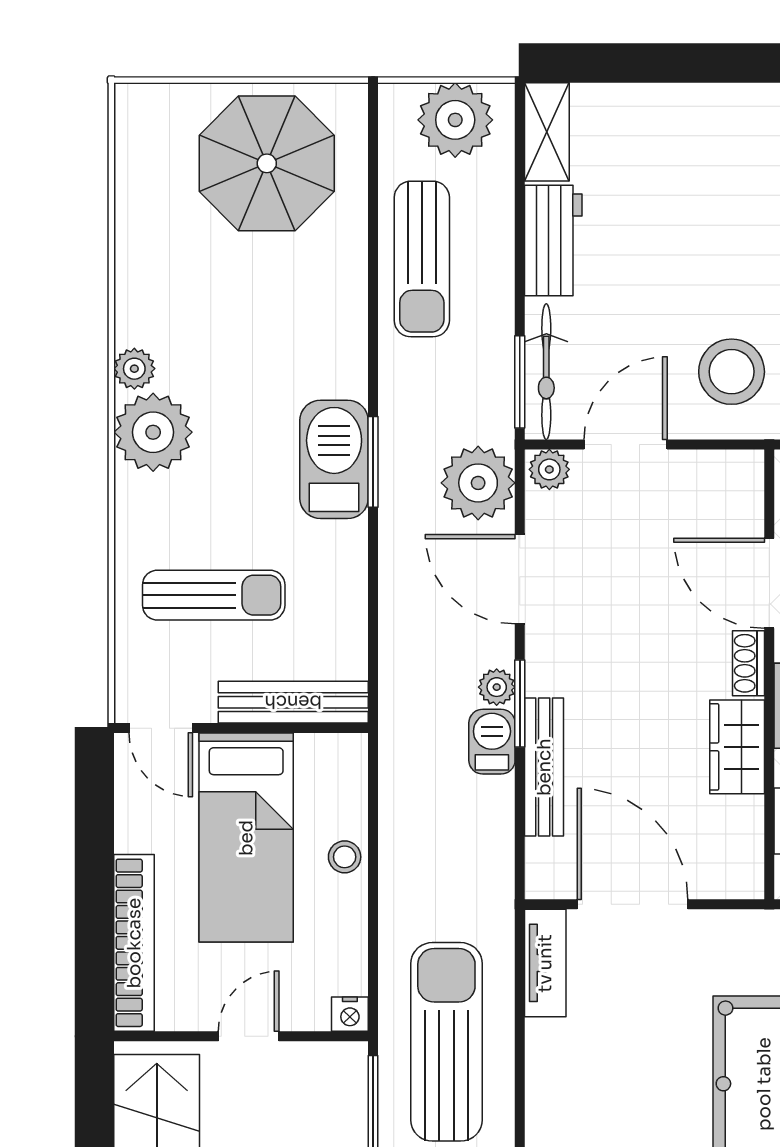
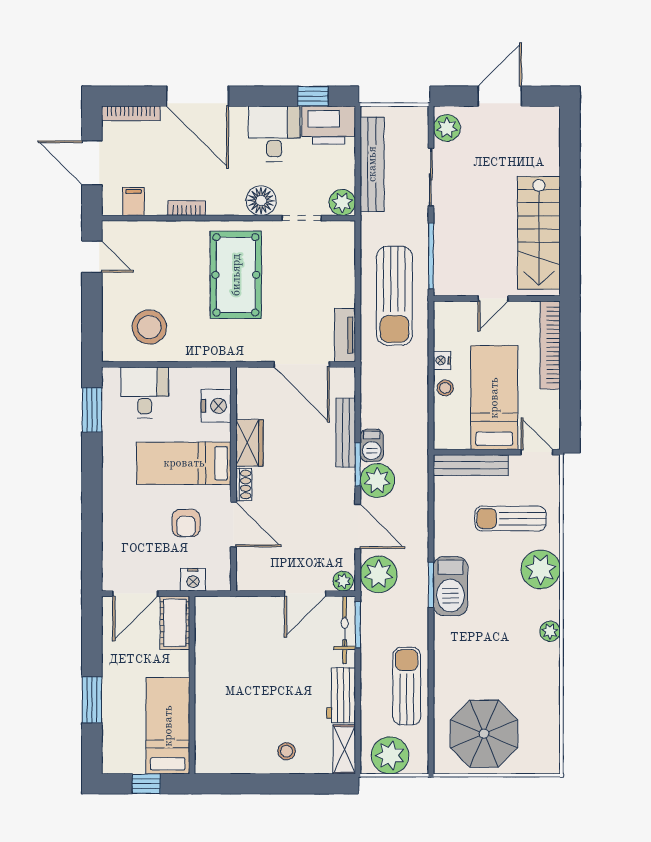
stool: (732, 372) -> (287, 751), moved, width x0.53, depth x0.53
plant: (153, 432) -> (541, 569), moved
plant: (497, 687) -> (377, 481), width x1.87, depth x1.87
nightstand: (350, 1014) -> (442, 360), moved, turned -90

